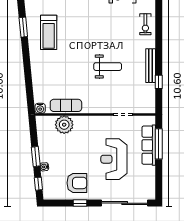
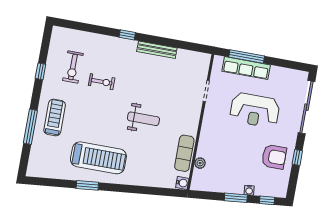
exercise bike: (145, 24) -> (102, 82), moved
treadmill: (49, 32) -> (98, 158), width x1.37, depth x1.38
weight bench: (108, 67) -> (143, 119), moved, turned 90
window: (159, 82) -> (127, 35), moved
plant: (64, 125) -> (200, 163), width x0.53, depth x0.53
armchair: (77, 183) -> (274, 157), turned 90

